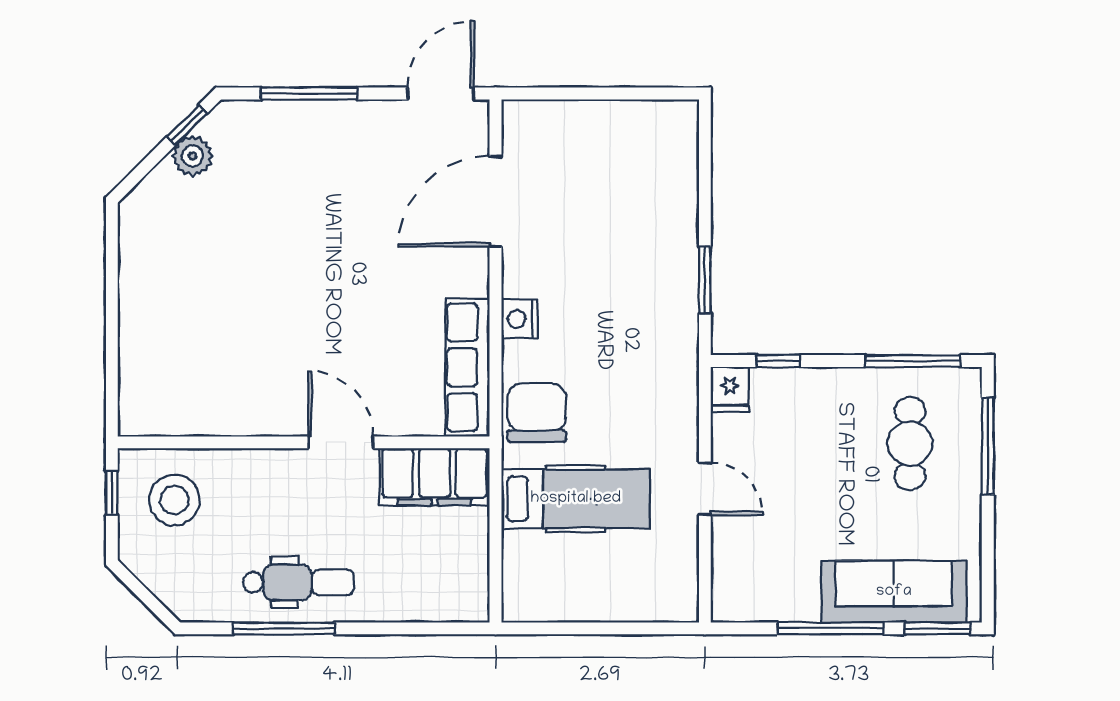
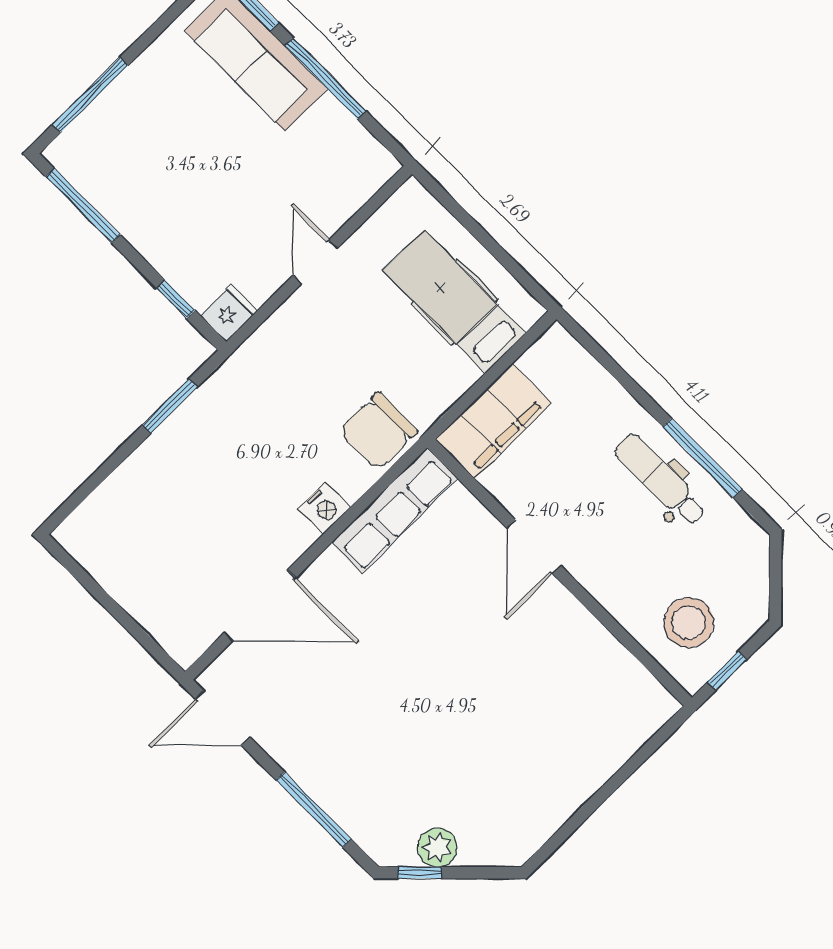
cafe table: (910, 443) -> (142, 151), removed
filing cabinet: (434, 477) -> (493, 421), moved, turned 90
hospital bed: (576, 499) -> (455, 302), moved

